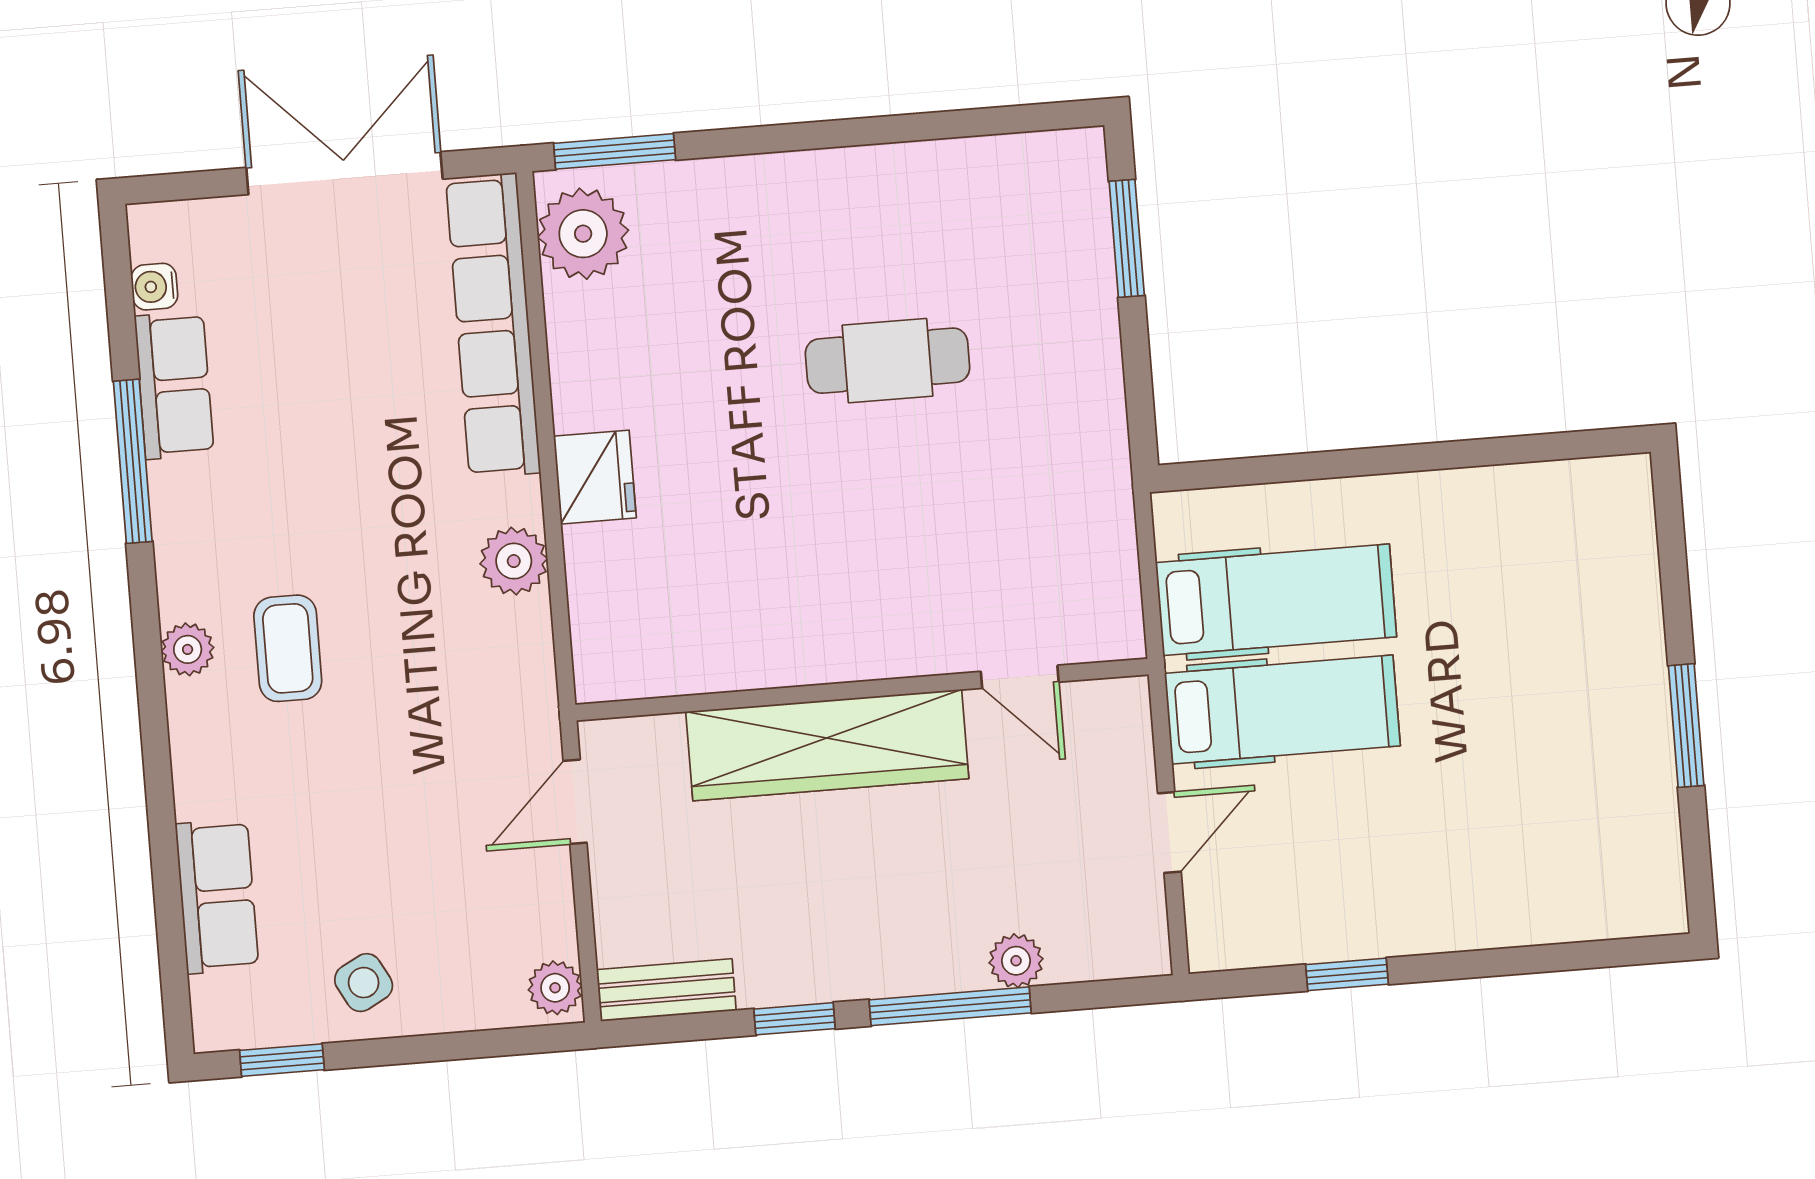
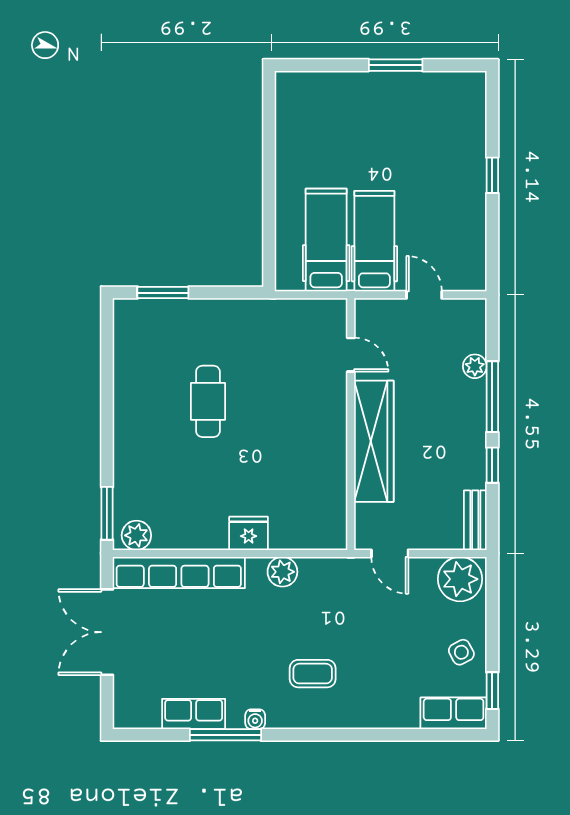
plant: (583, 234) -> (136, 535), width x0.73, depth x0.73
water cooler: (154, 287) -> (255, 719), moved
plant: (188, 649) -> (310, 717), removed
door: (1020, 677) -> (351, 355), hinge flipped
row of seats: (217, 896) -> (454, 713), moved
window: (1347, 974) -> (492, 175), moved
plant: (555, 988) -> (460, 579), width x1.88, depth x1.88

